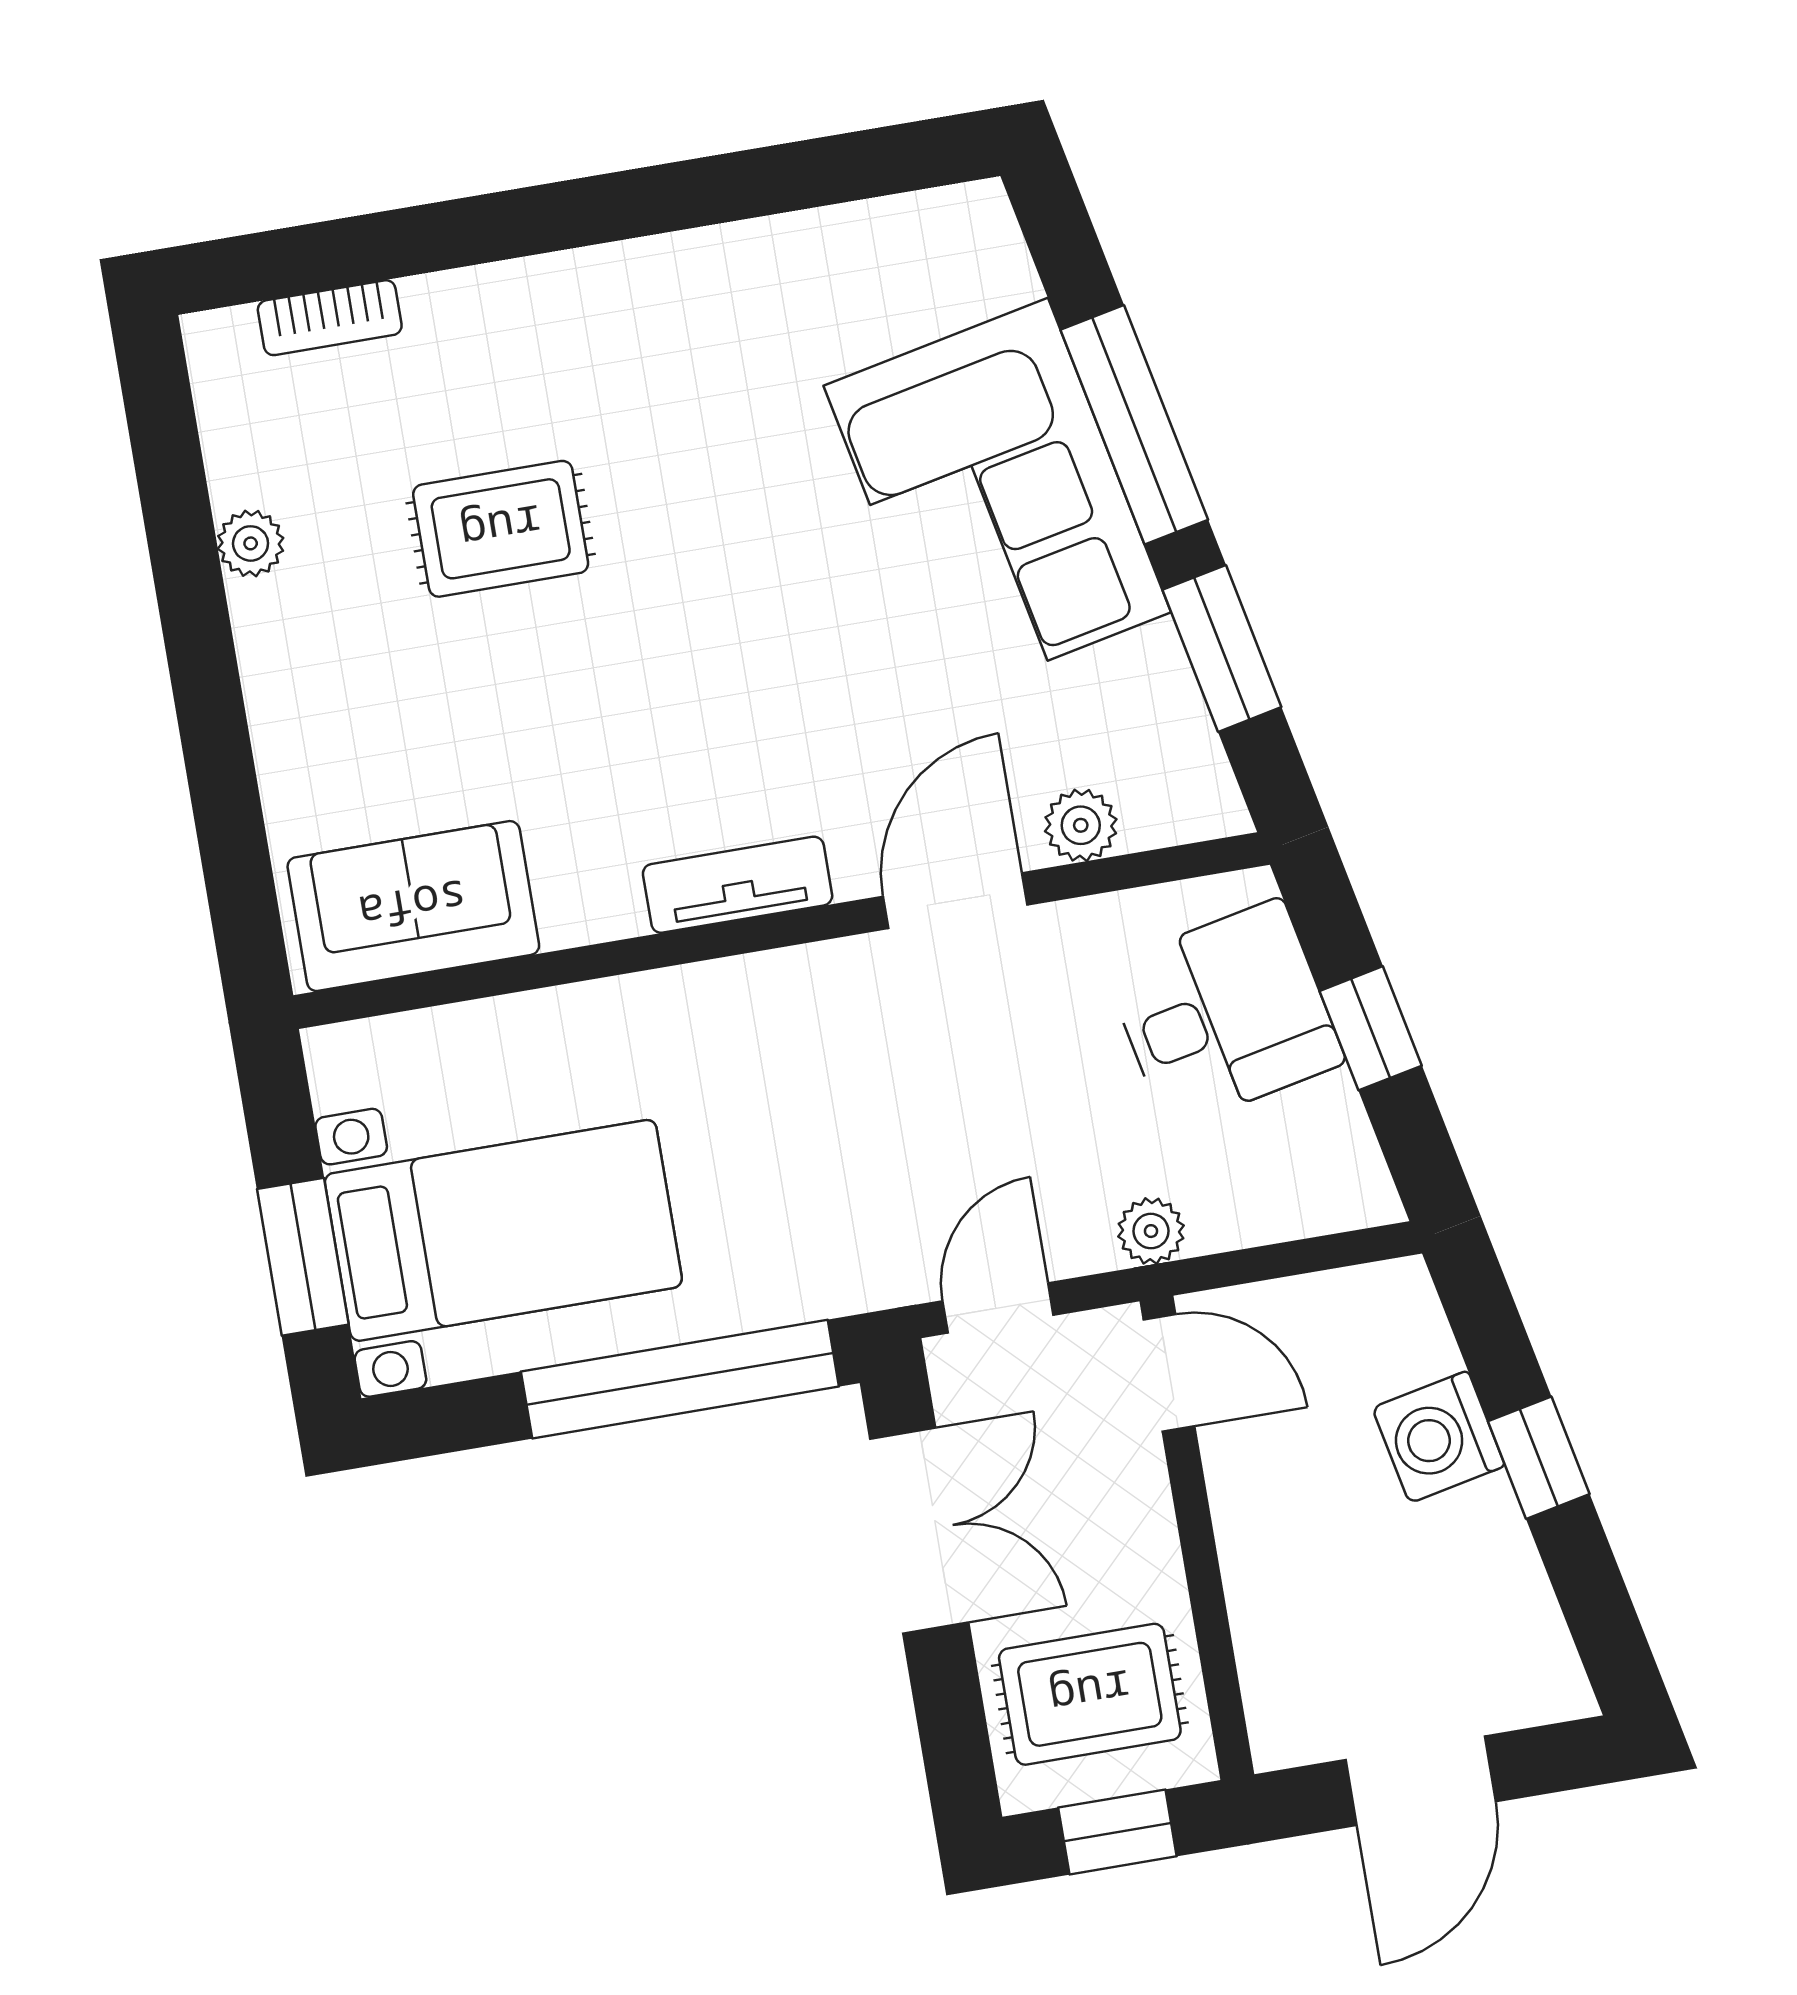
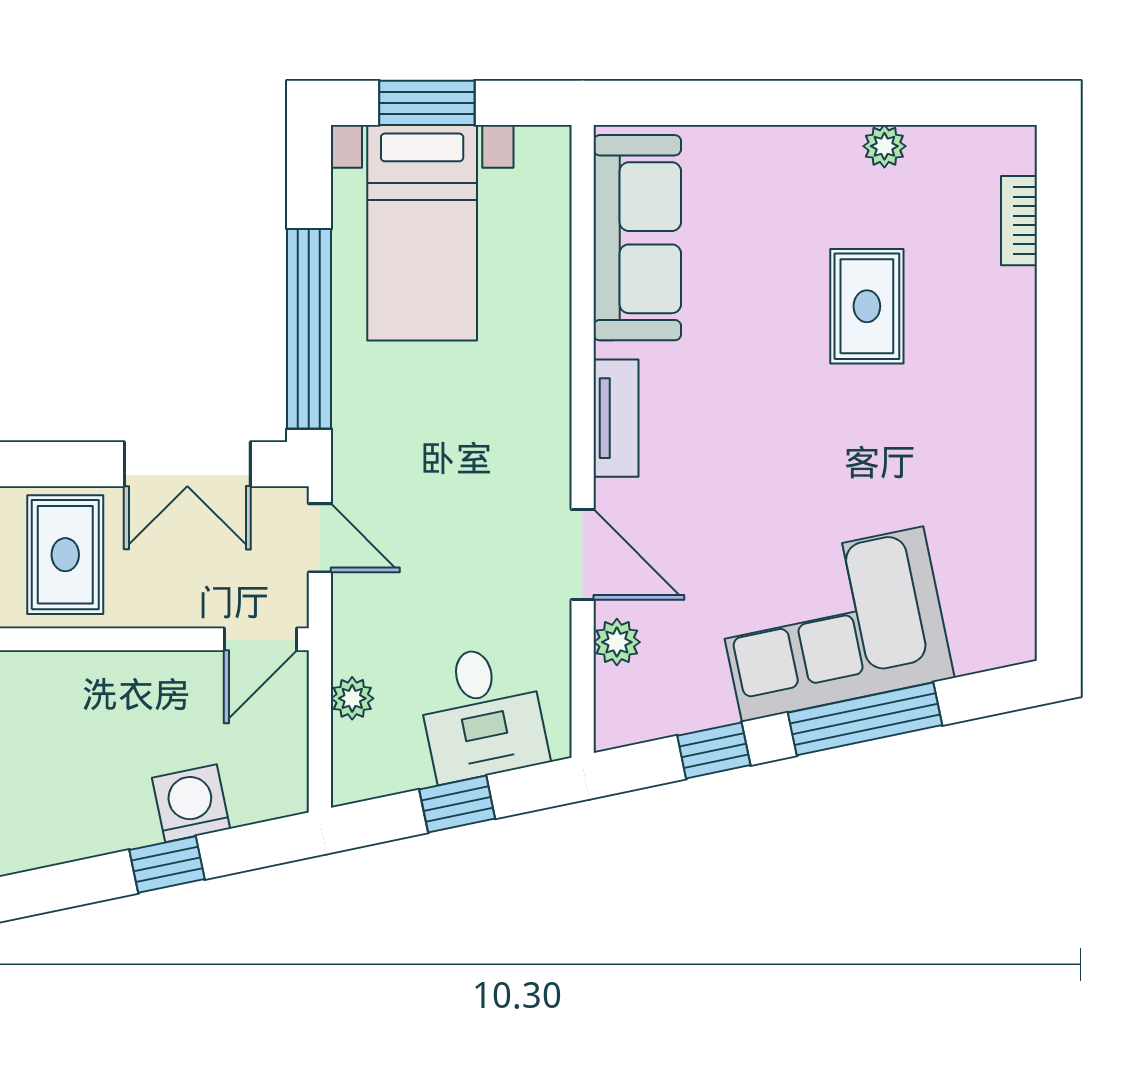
window: (1222, 648) -> (714, 750), width x0.67
sofa: (413, 906) -> (637, 238), width x1.36
plant: (1151, 1231) -> (352, 698), moved

